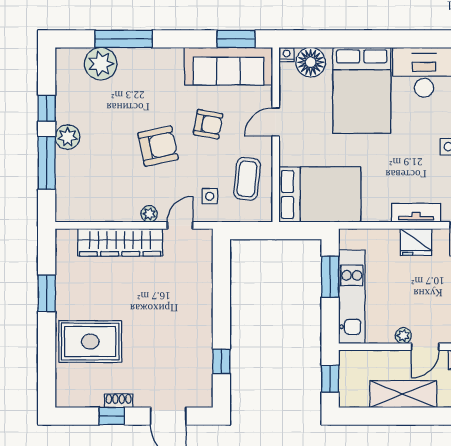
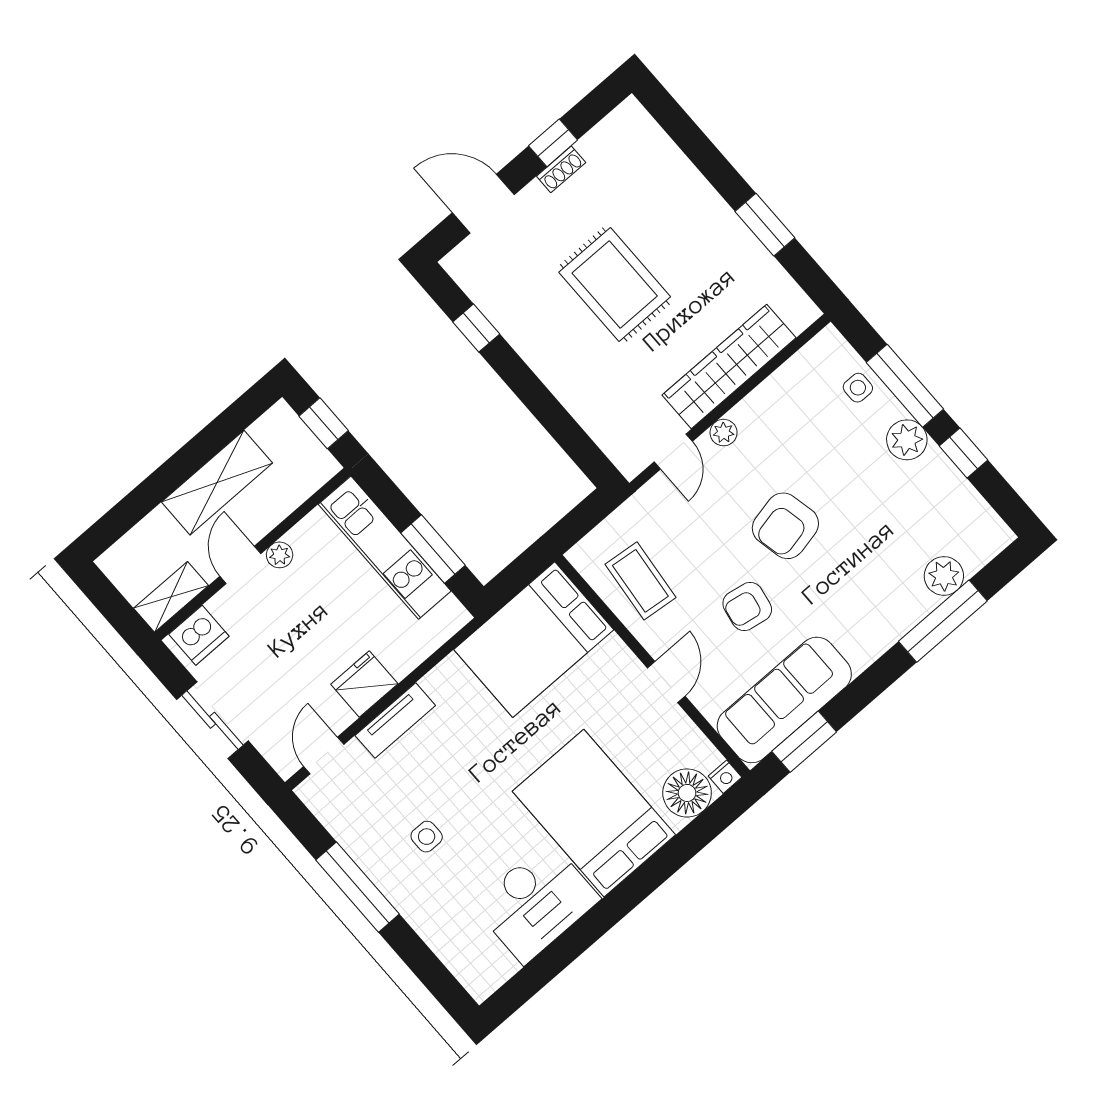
plant: (101, 64) -> (944, 576), width x0.73, depth x0.73
side table: (210, 196) -> (858, 388), moved
rug: (90, 342) -> (615, 285), moved, turned 90

